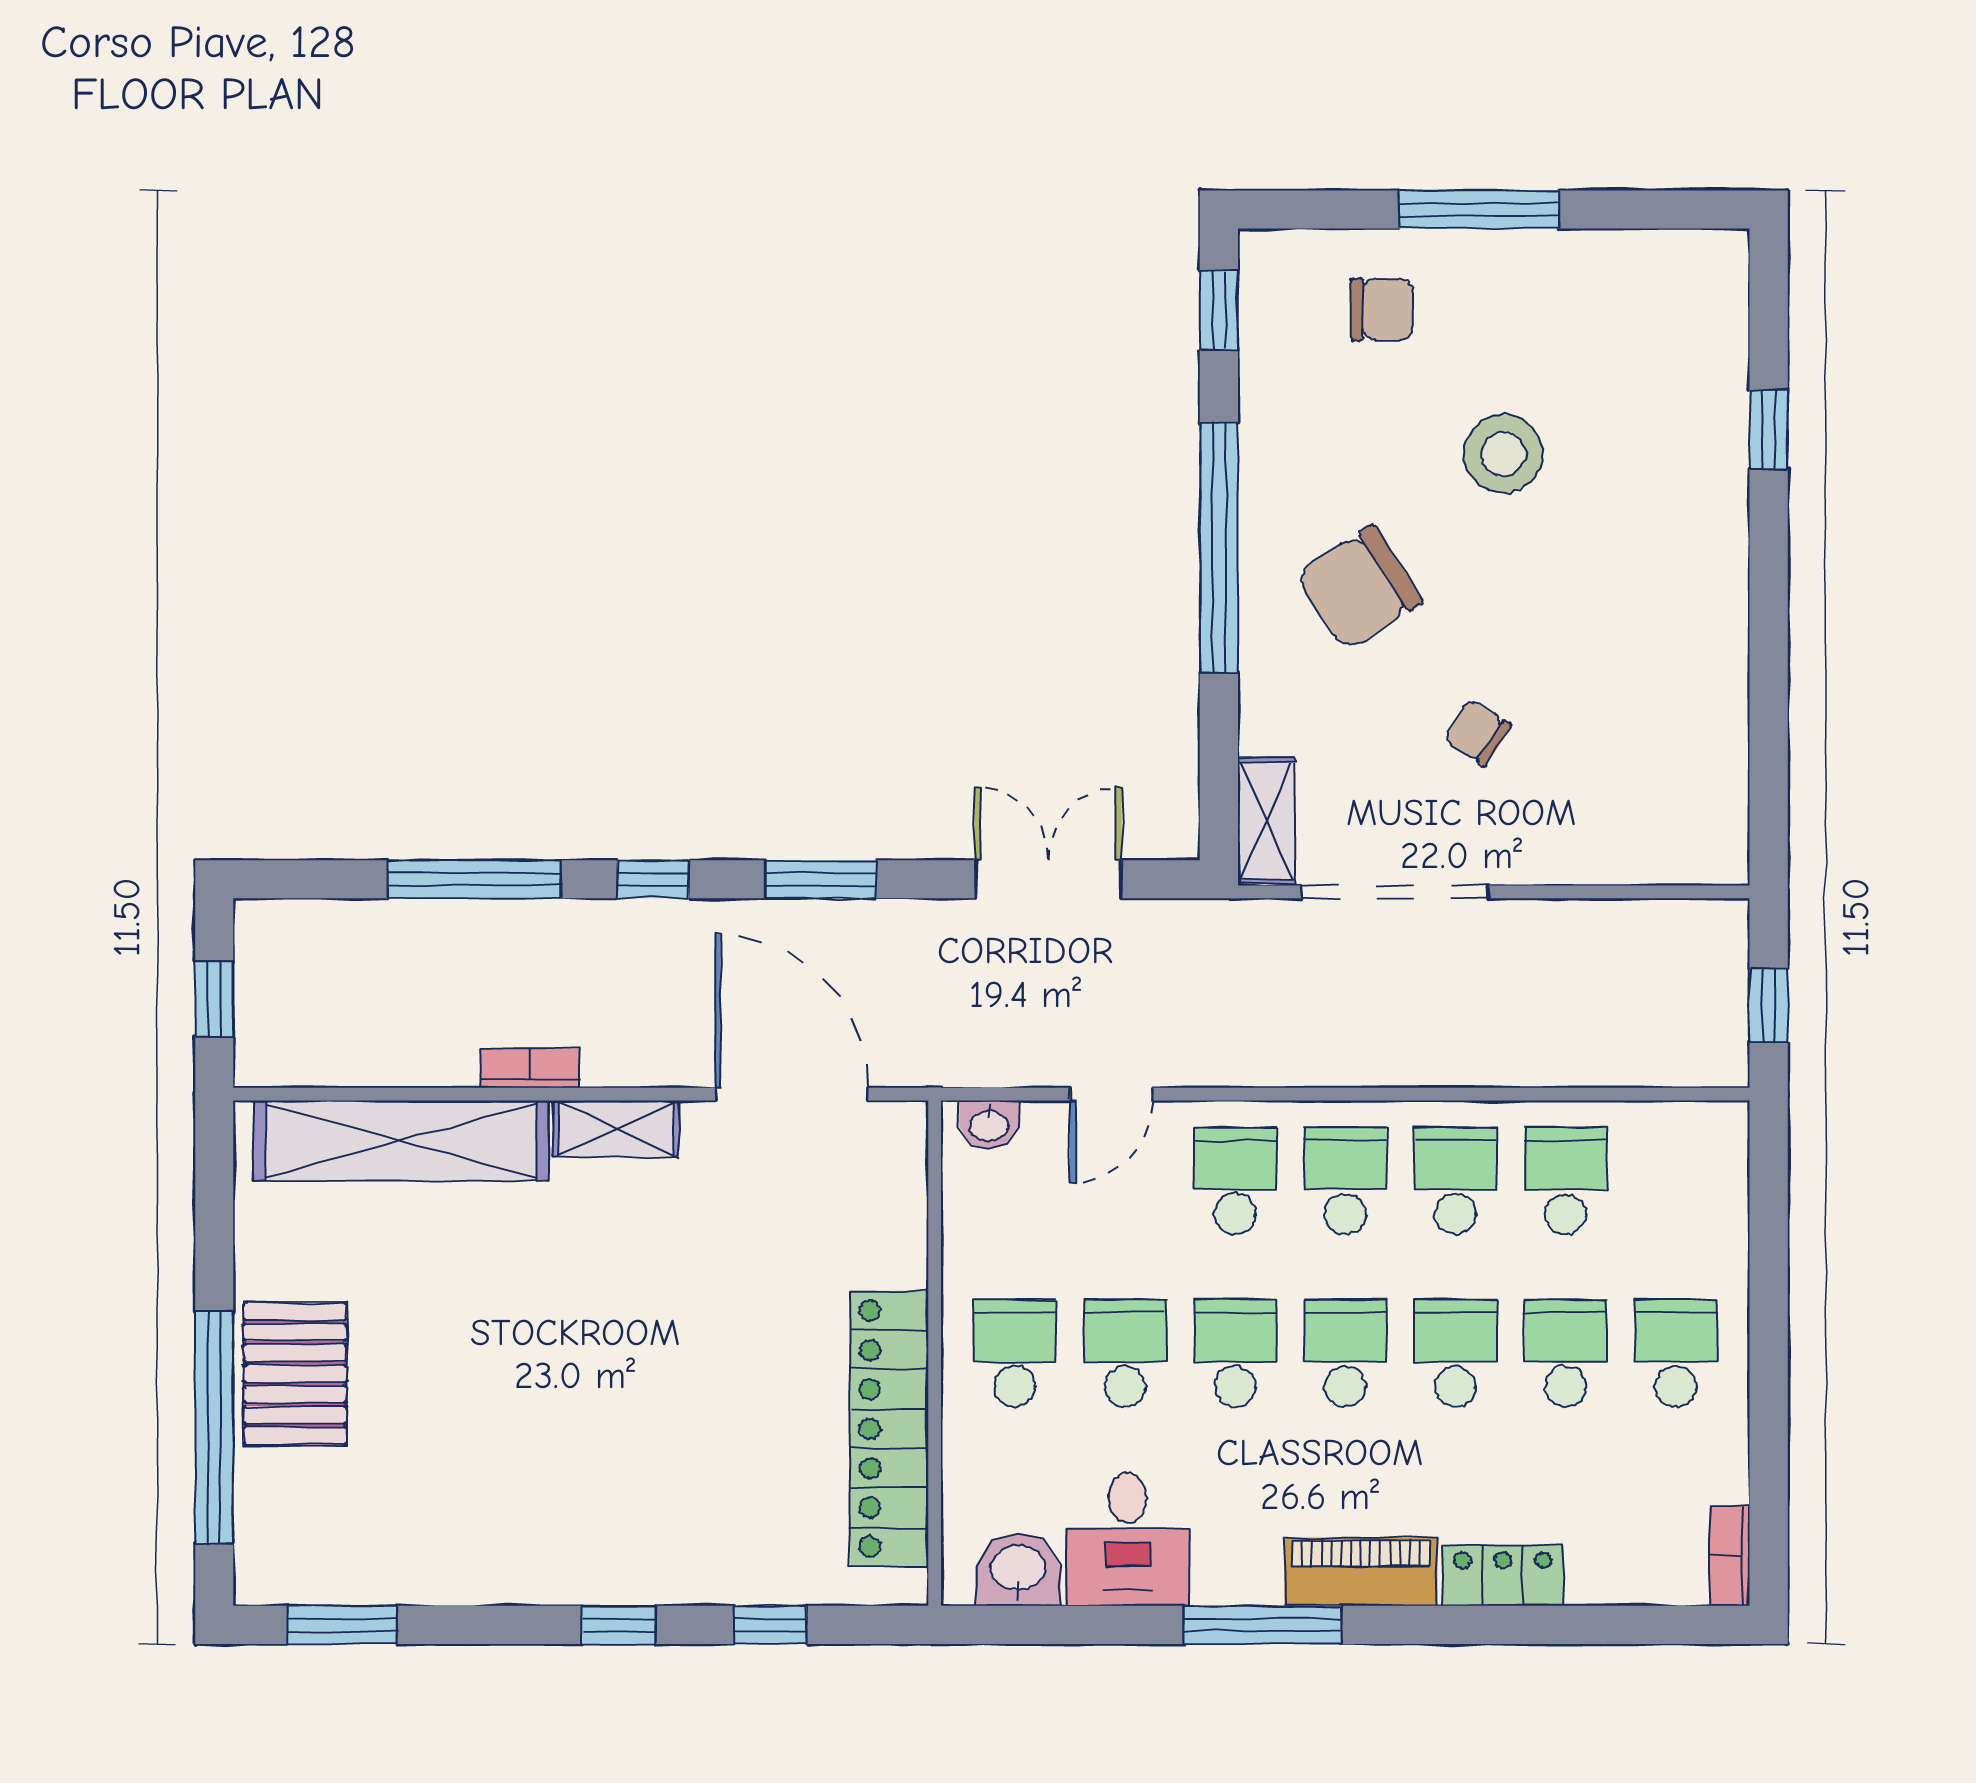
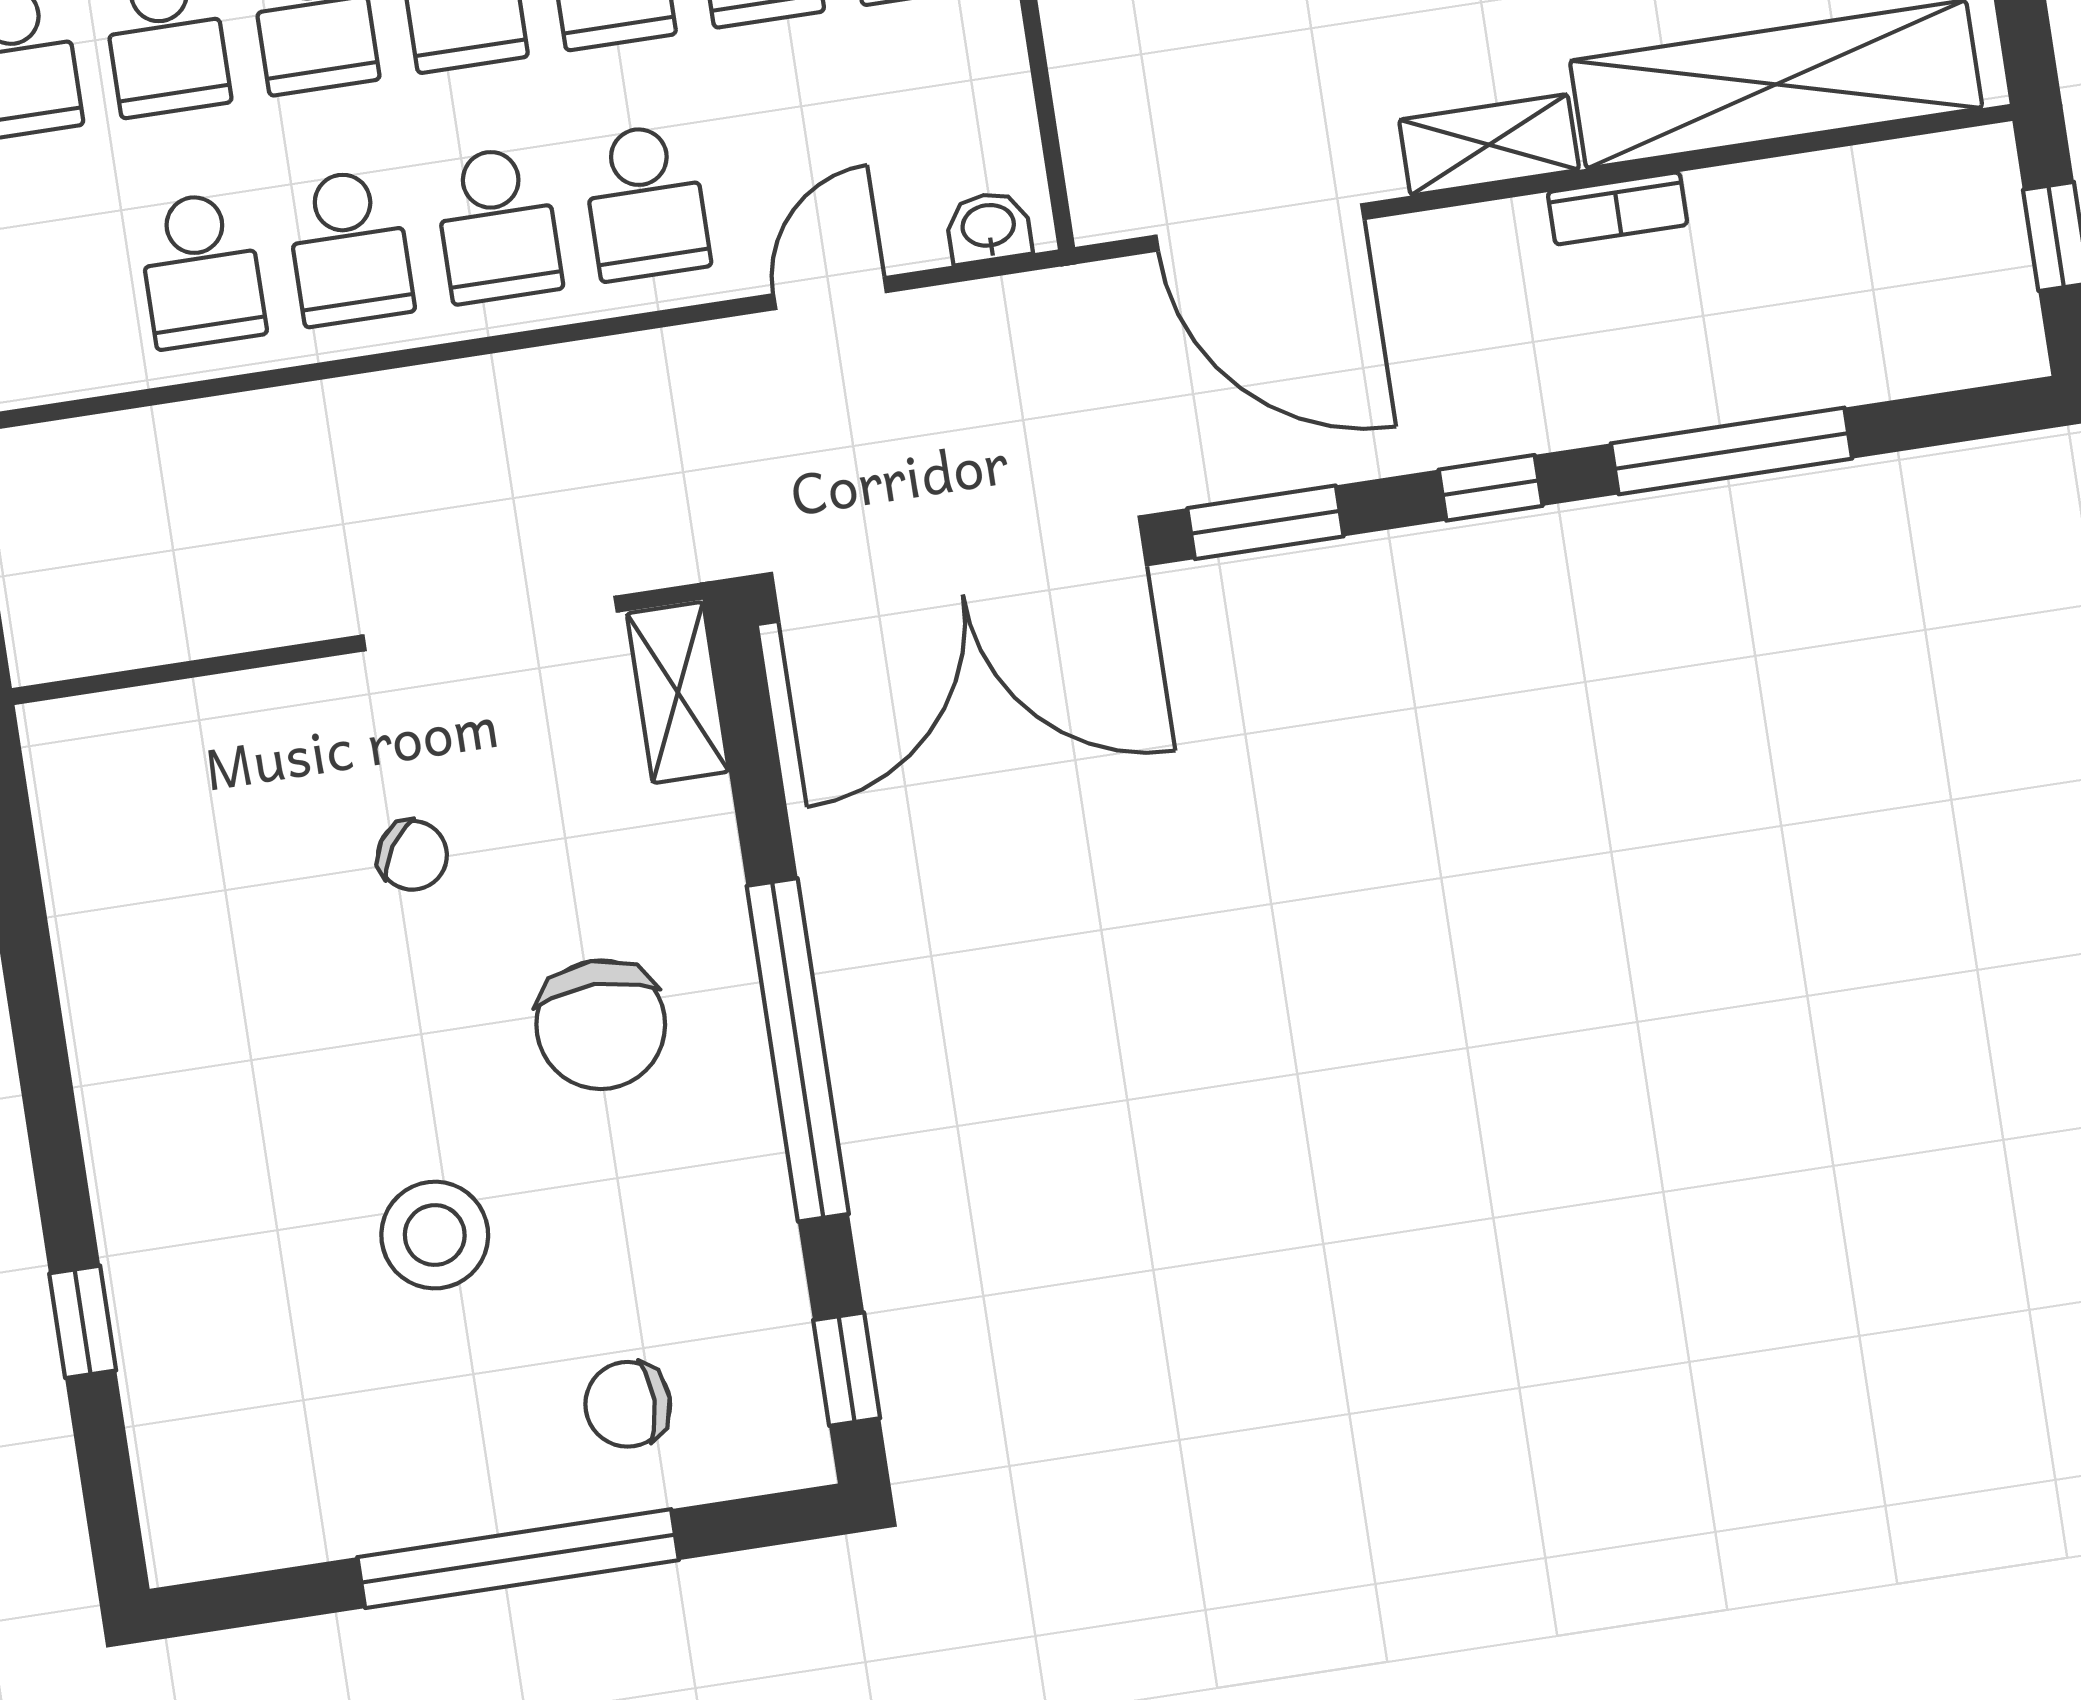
window: (1479, 209) -> (518, 1559), width x1.46
chair: (1359, 588) -> (601, 1025), turned 123
double door: (1048, 879) -> (959, 569), width x1.87

